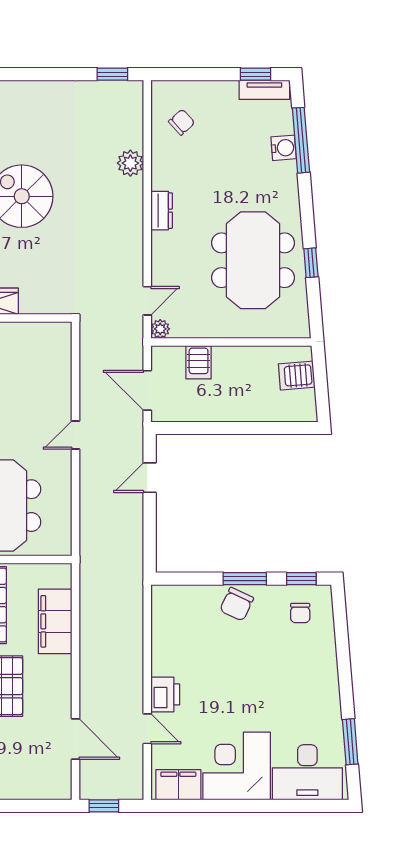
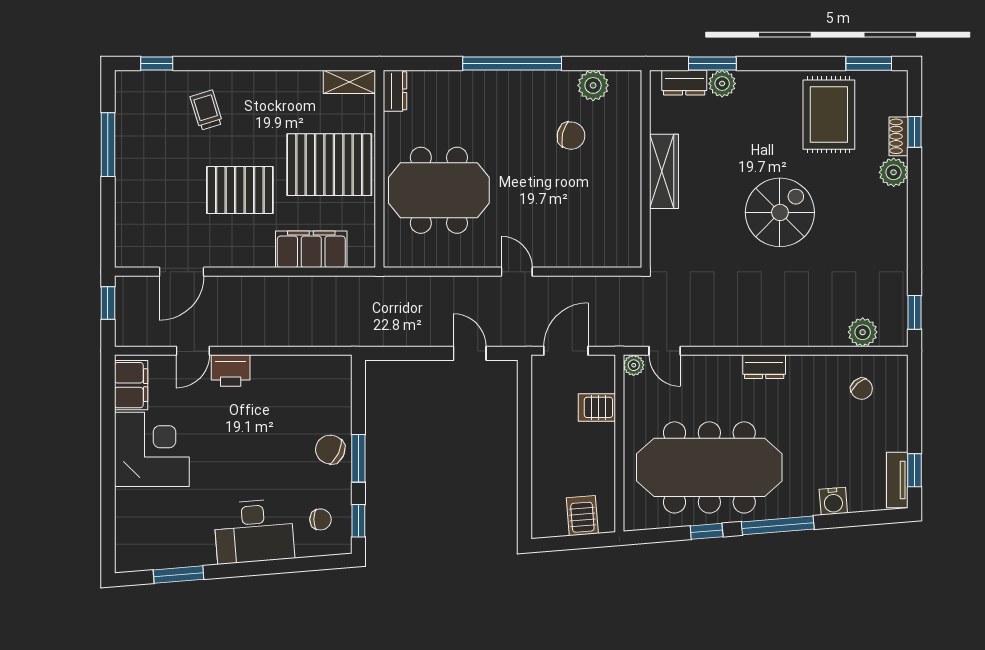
window: (301, 140) -> (778, 525), moved
plant: (130, 163) -> (863, 332), moved
meeting table: (253, 260) -> (709, 467), width x1.36
chair: (300, 613) -> (320, 519), turned 180
desk: (307, 772) -> (254, 531), moved, turned -95

